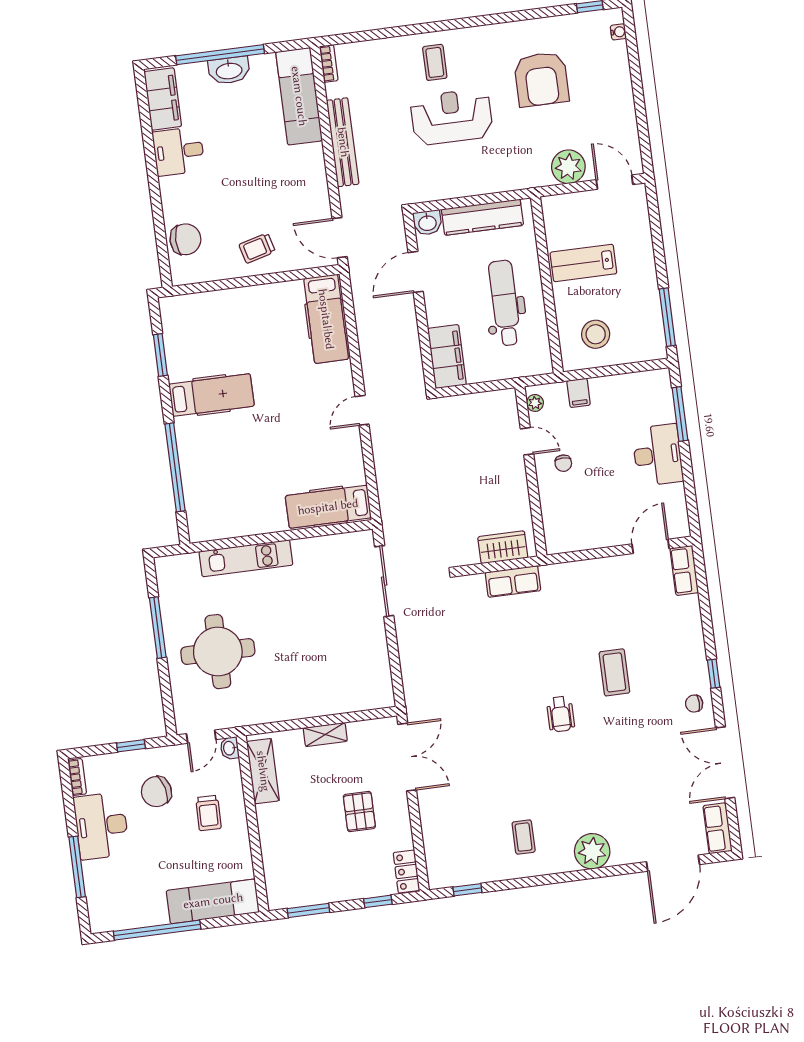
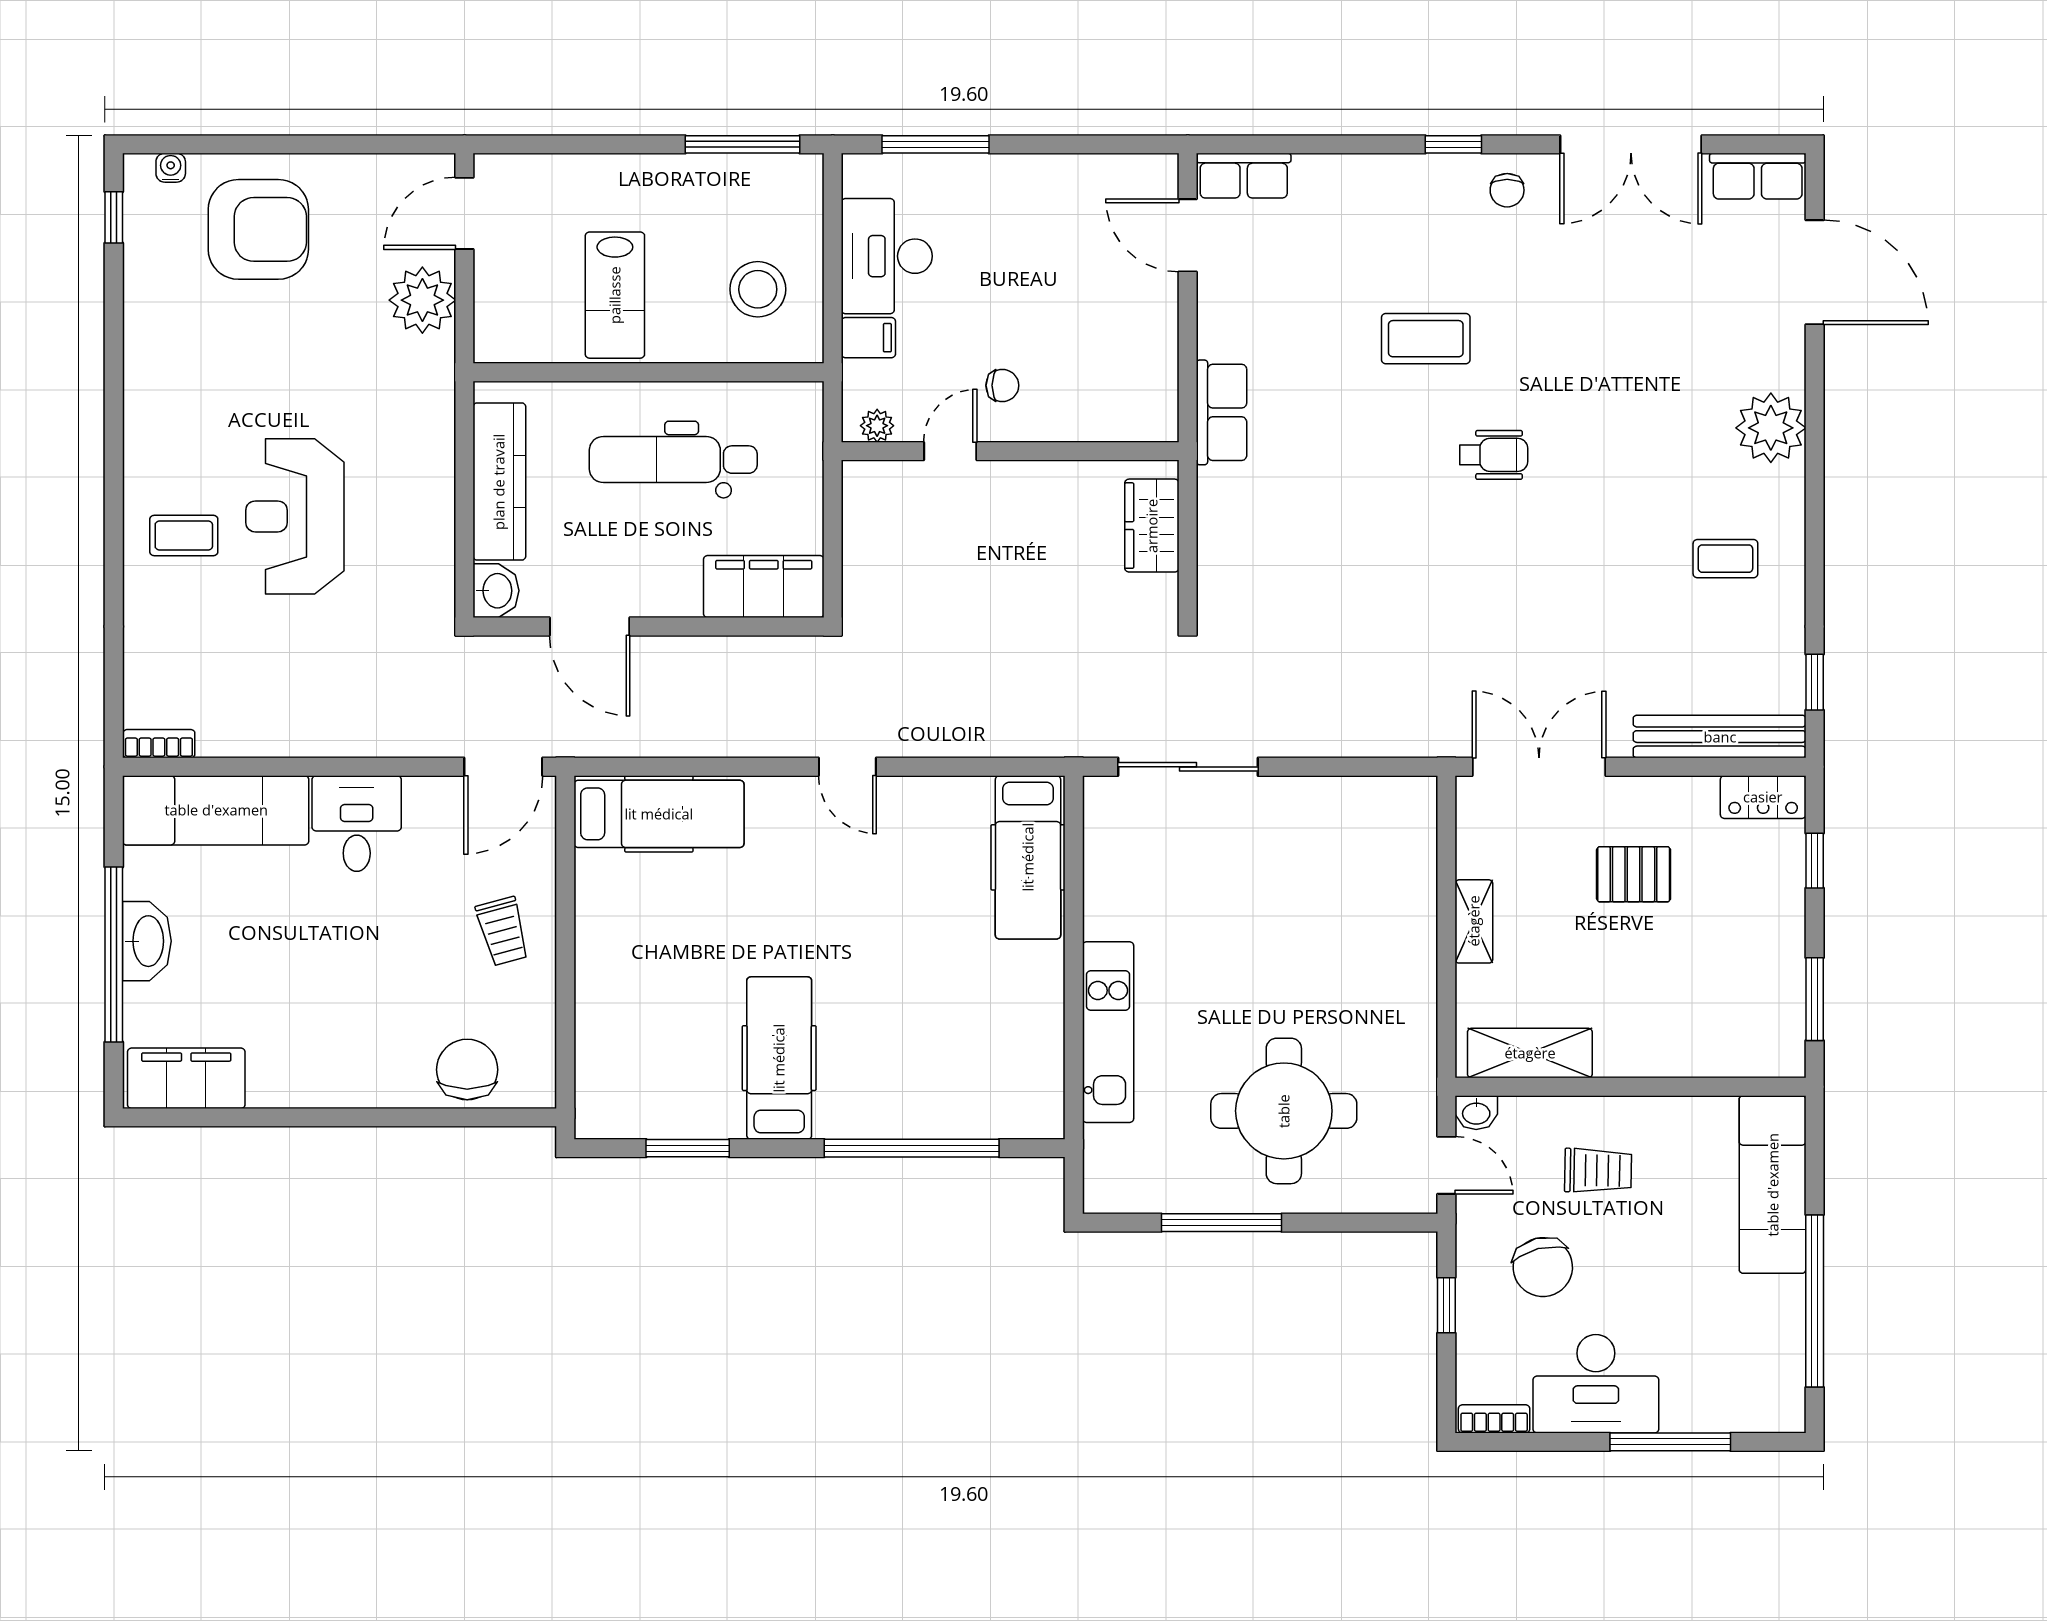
armchair: (541, 79) -> (258, 229), moved
bench: (343, 142) -> (1720, 737), moved
desk: (178, 151) -> (357, 824), moved, turned 180
desk: (658, 455) -> (887, 256), moved, turned -90
row of seats: (513, 581) -> (1222, 412), moved

